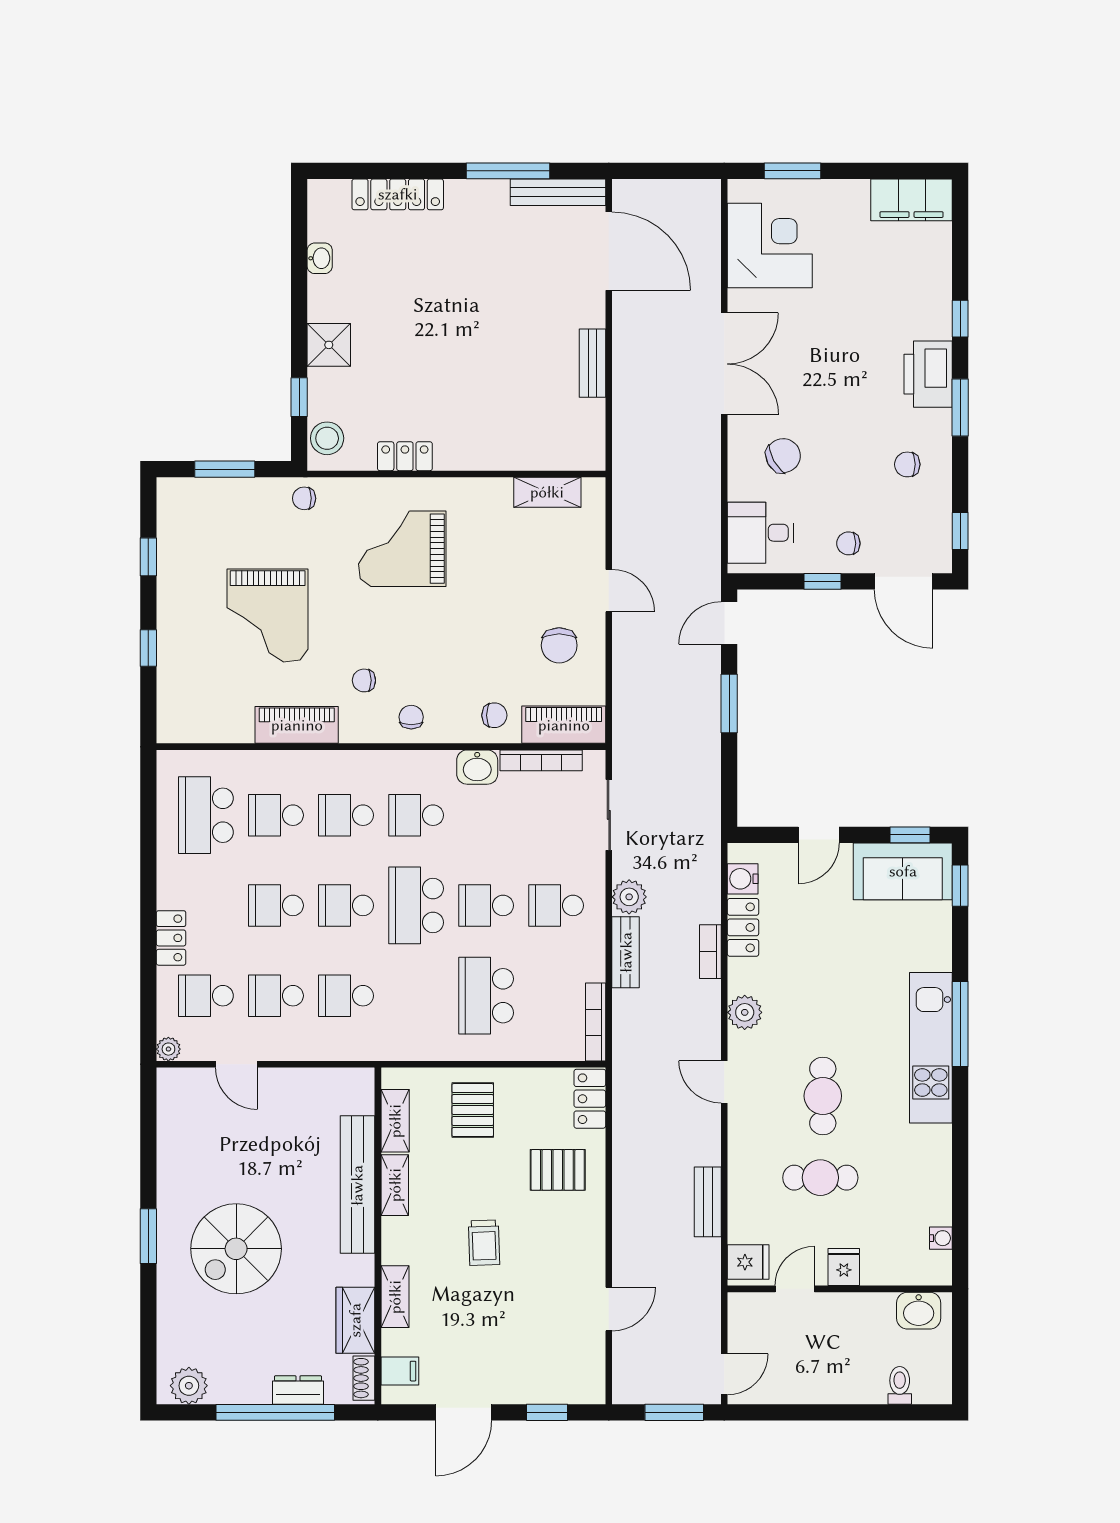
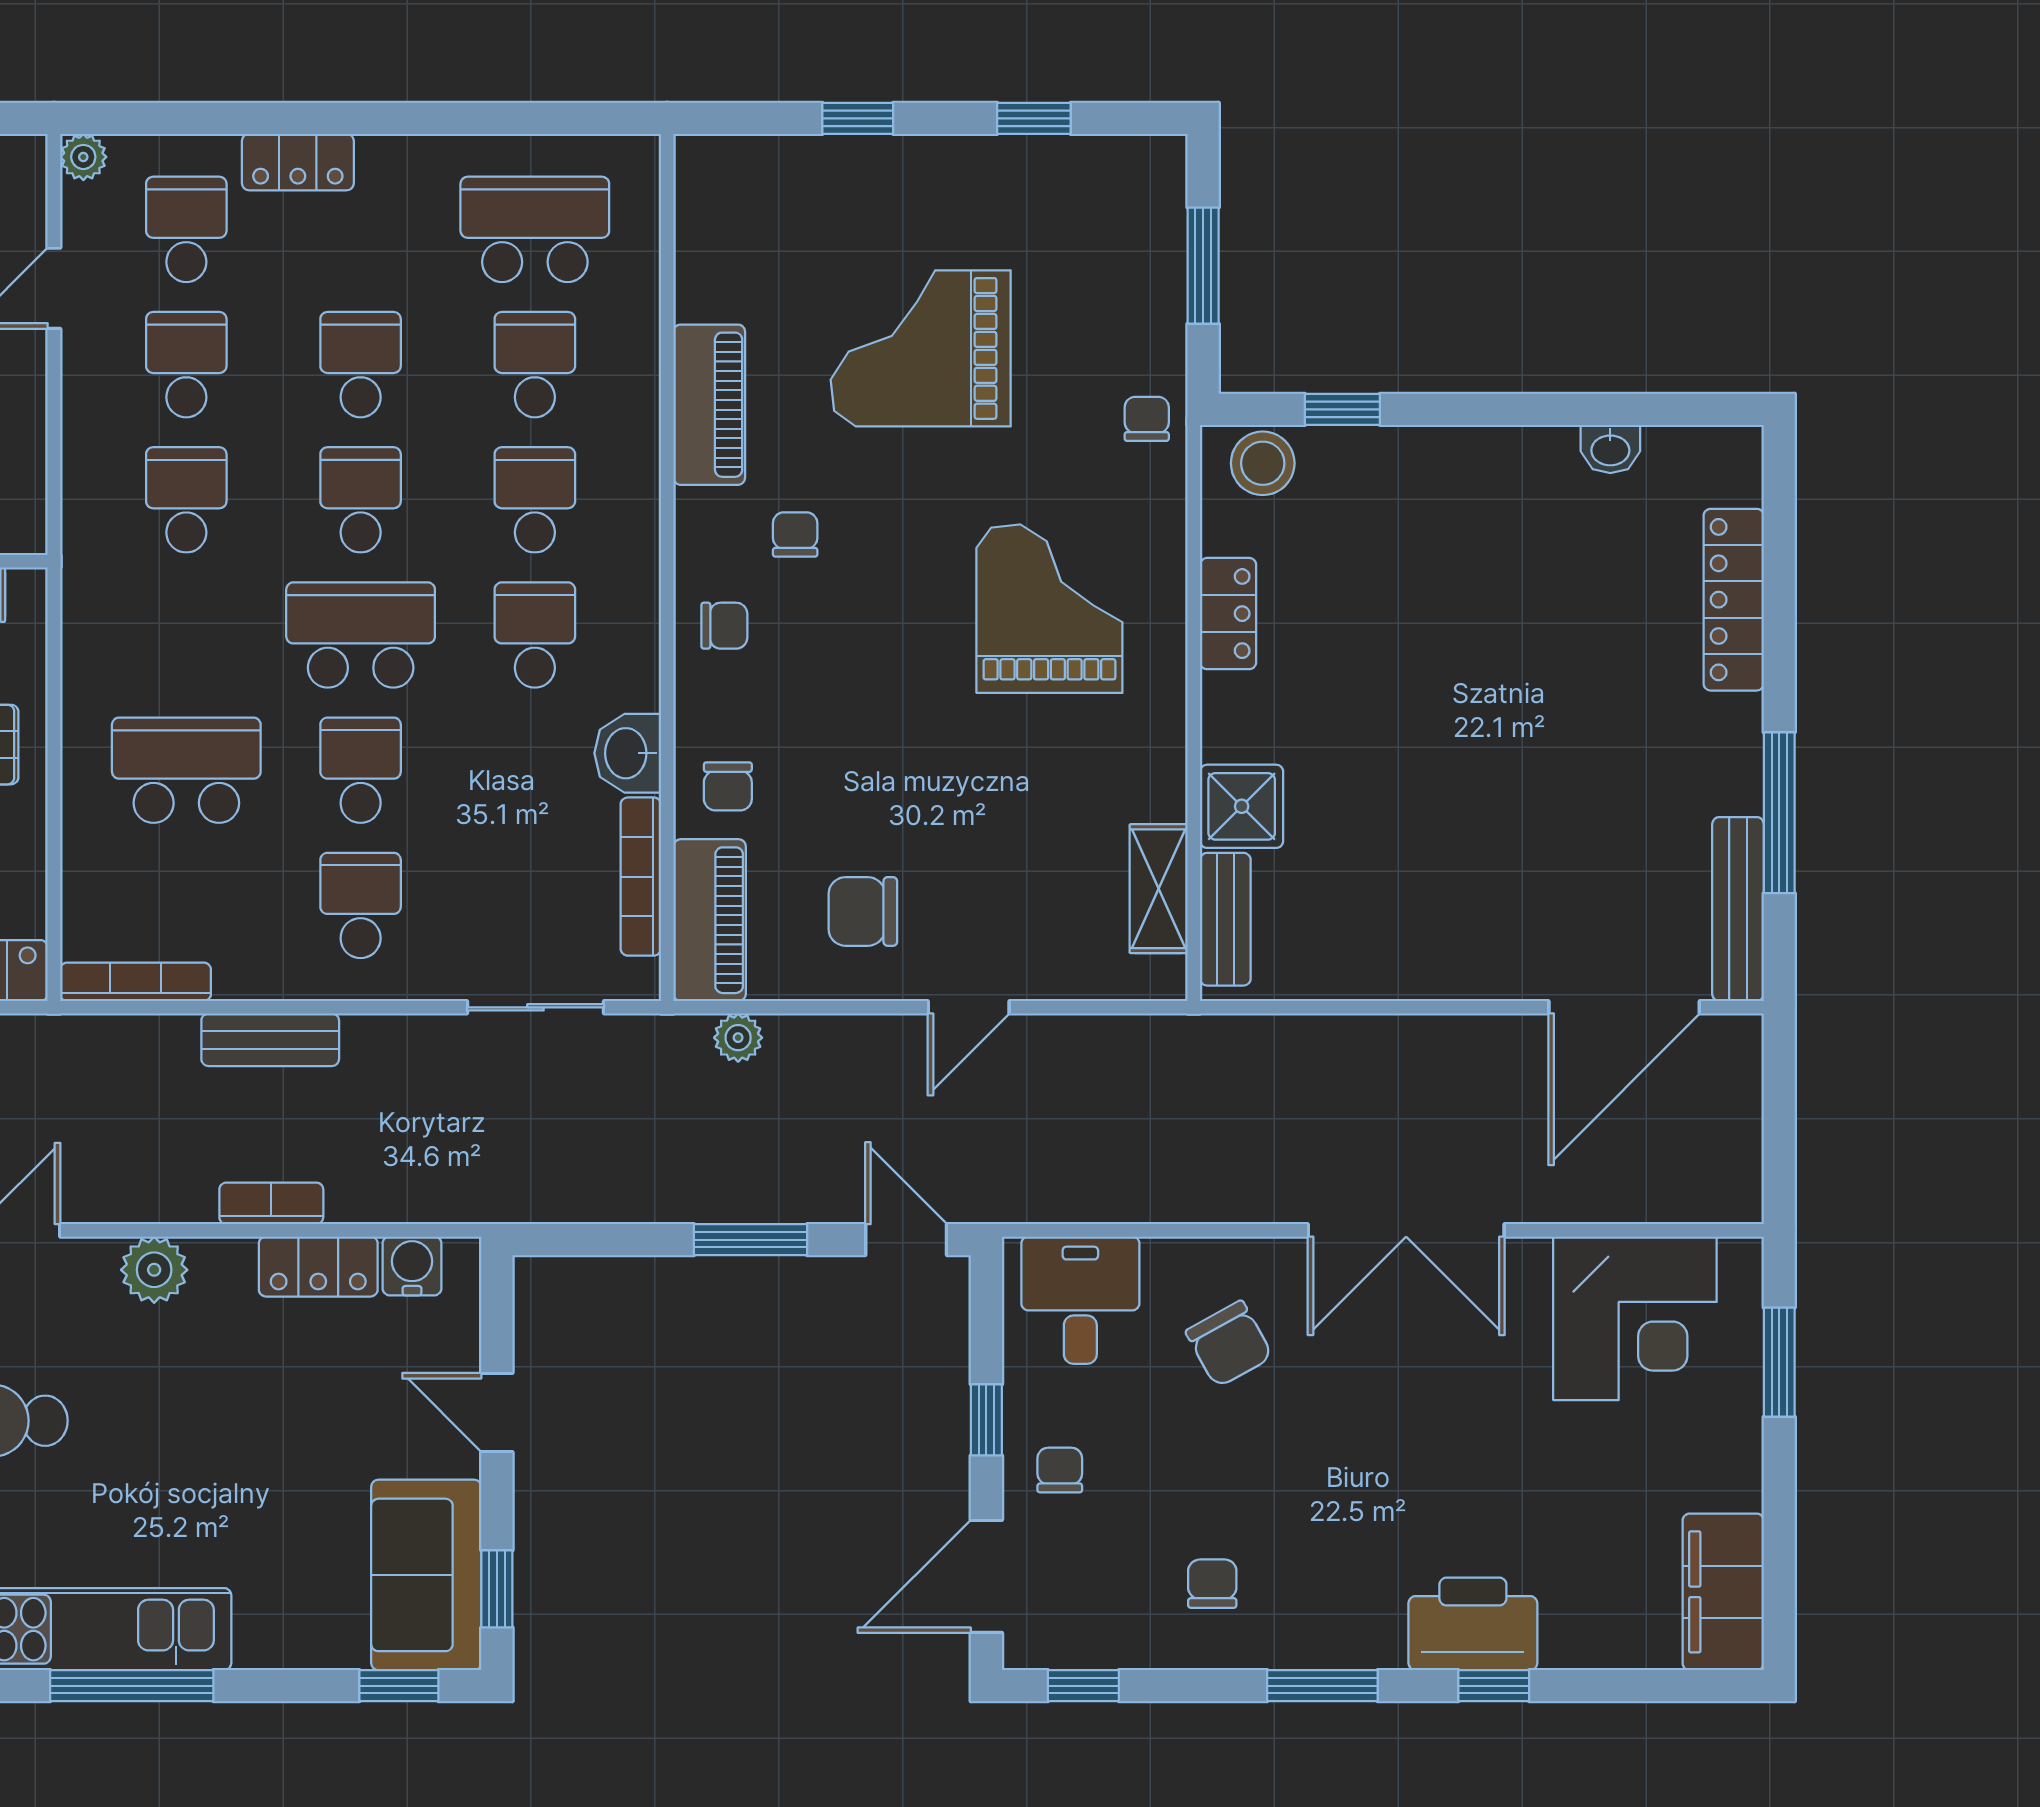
shower: (329, 345) -> (1242, 806), moved
bench: (592, 363) -> (1225, 919), moved, turned 90
printer: (928, 374) -> (1473, 1624), moved
plant: (629, 897) -> (738, 1038), moved, width x0.73, depth x0.73

